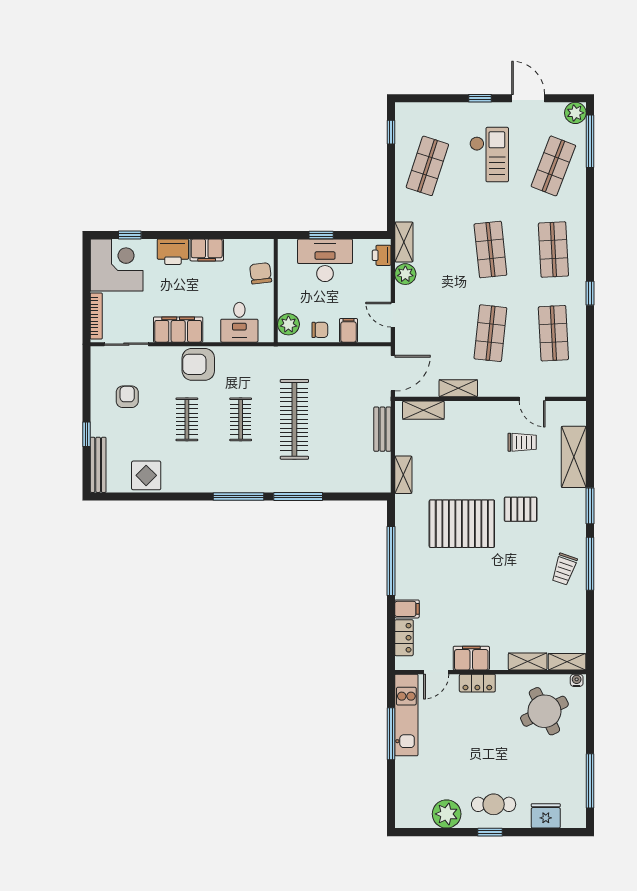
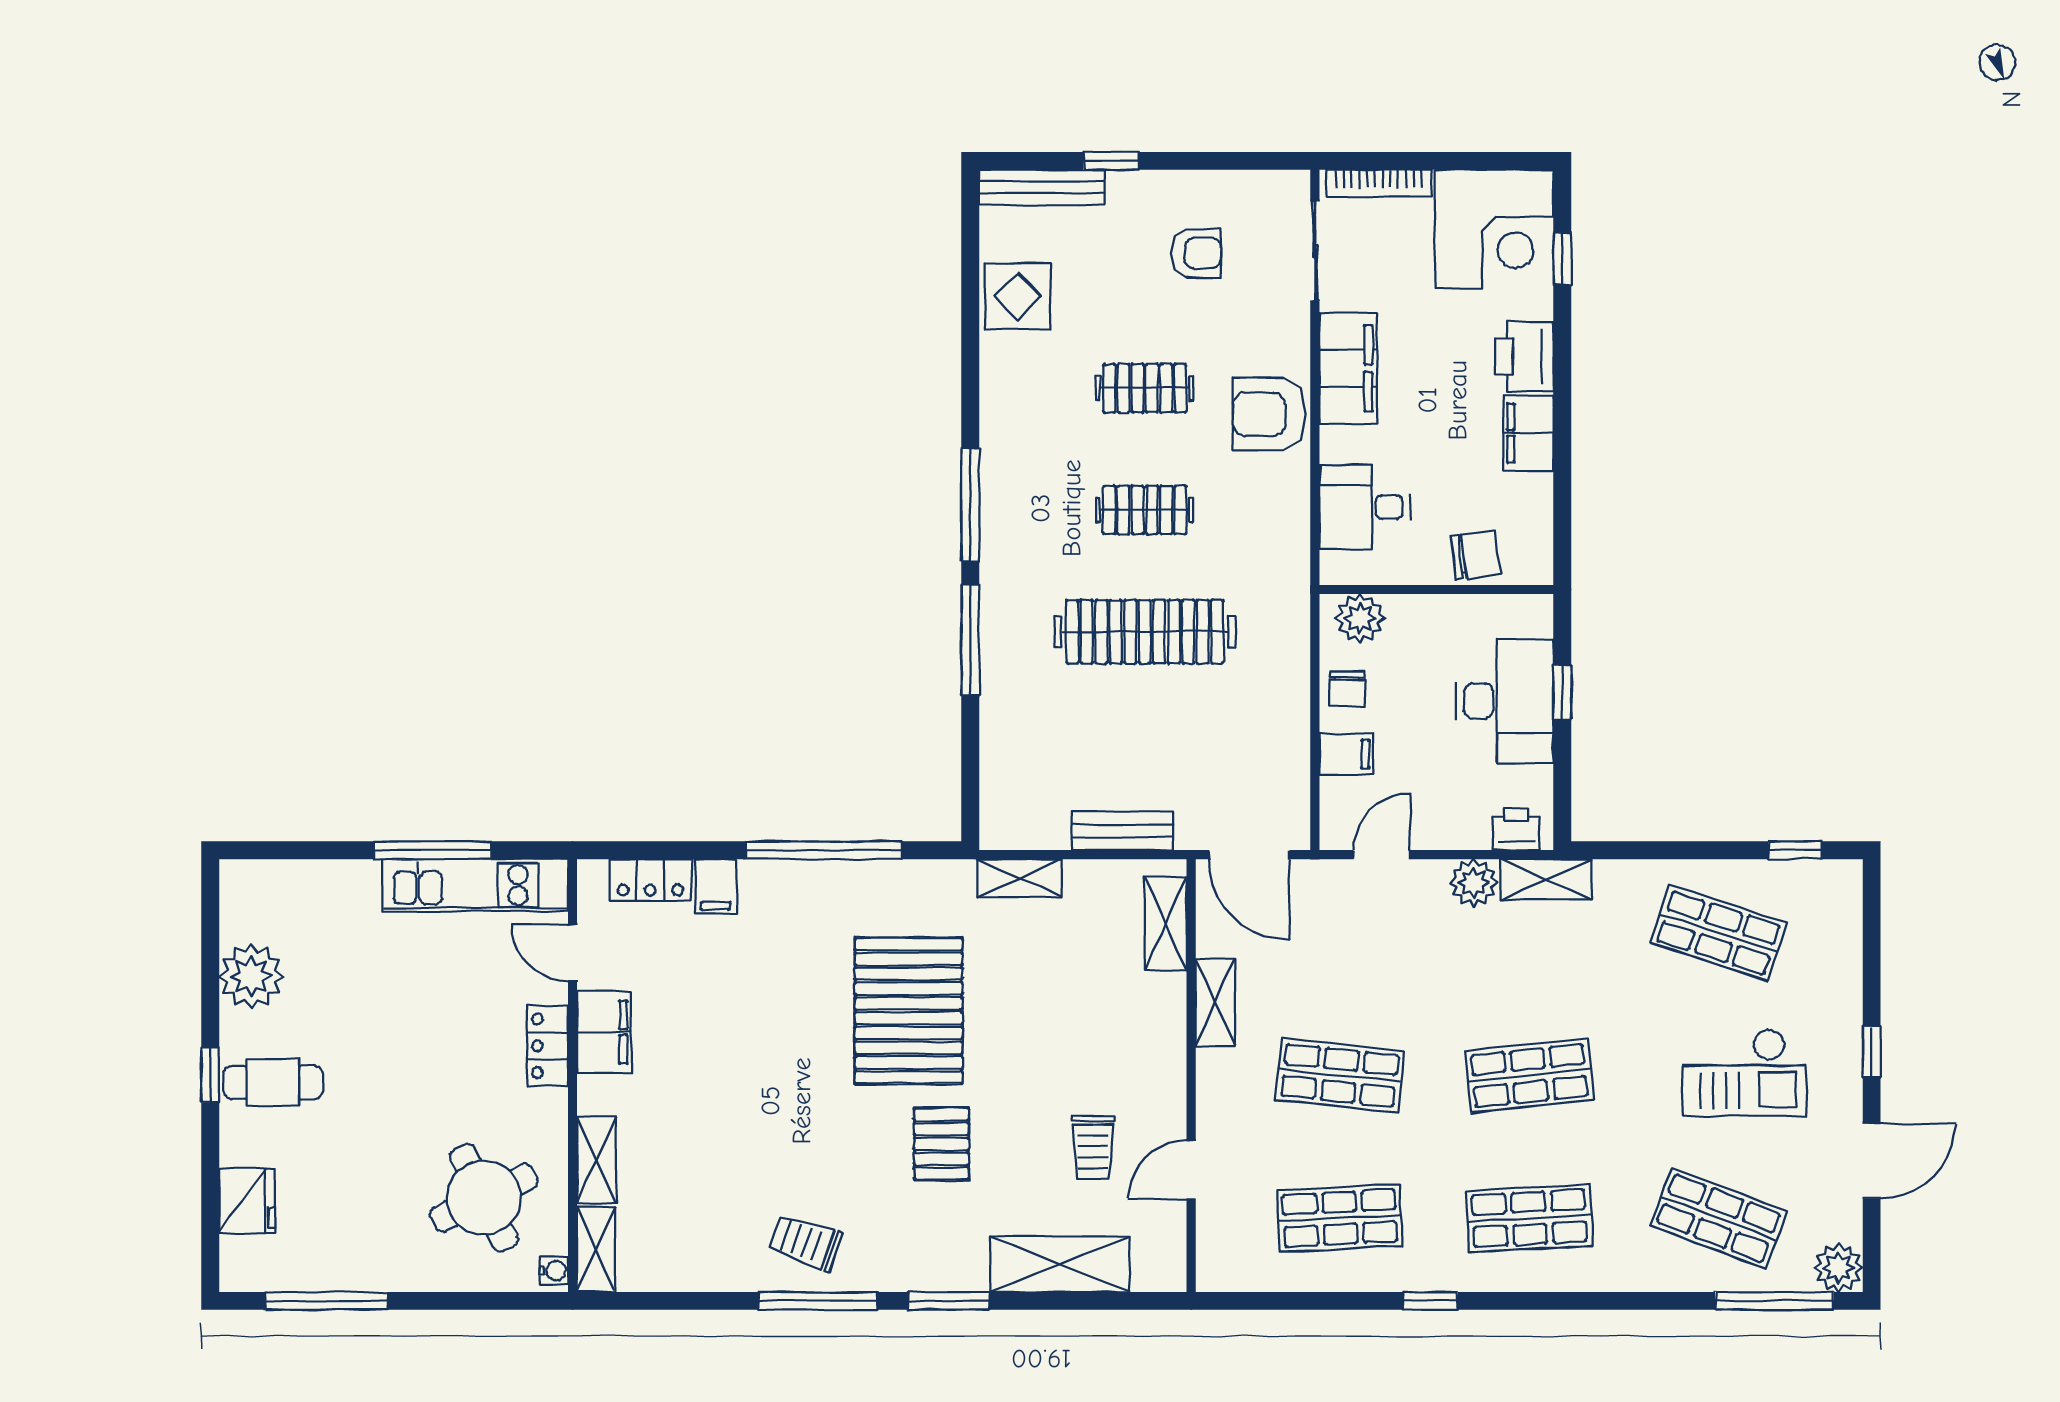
armchair: (198, 364) -> (1269, 414), turned -90
cafe table: (494, 804) -> (273, 1083), turned 90

